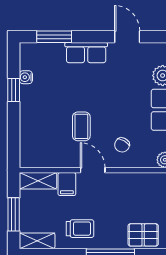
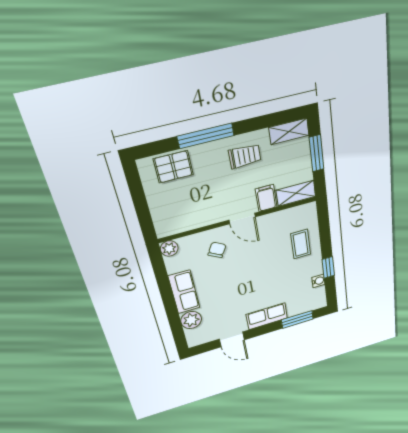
coffee table: (81, 126) -> (301, 244), moved
trolley: (80, 229) -> (245, 156), turned 180

